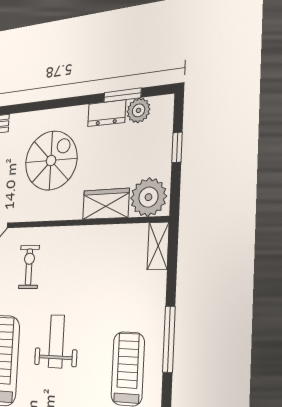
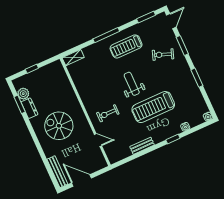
plant: (148, 197) -> (56, 71), removed
wardrobe: (106, 204) -> (66, 89), removed
weight bench: (56, 341) -> (132, 84), turned 90

